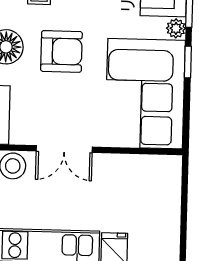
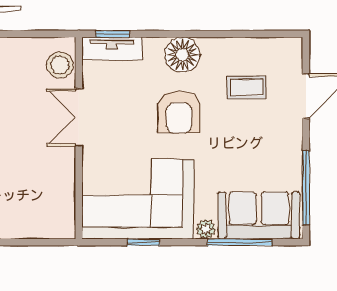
window: (188, 62) -> (144, 242), moved

